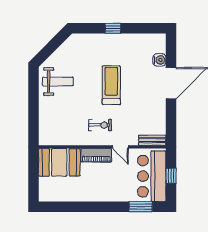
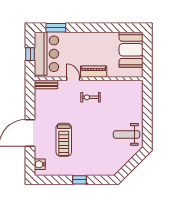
water cooler: (159, 60) -> (40, 164), moved
treadmill: (111, 85) -> (64, 140), moved
booth: (59, 162) -> (131, 50), moved, turned 90

